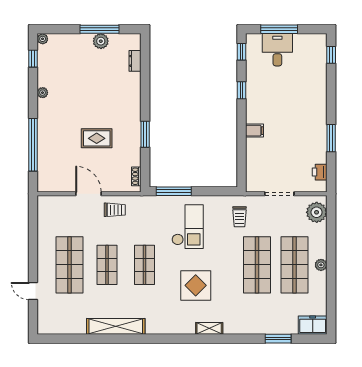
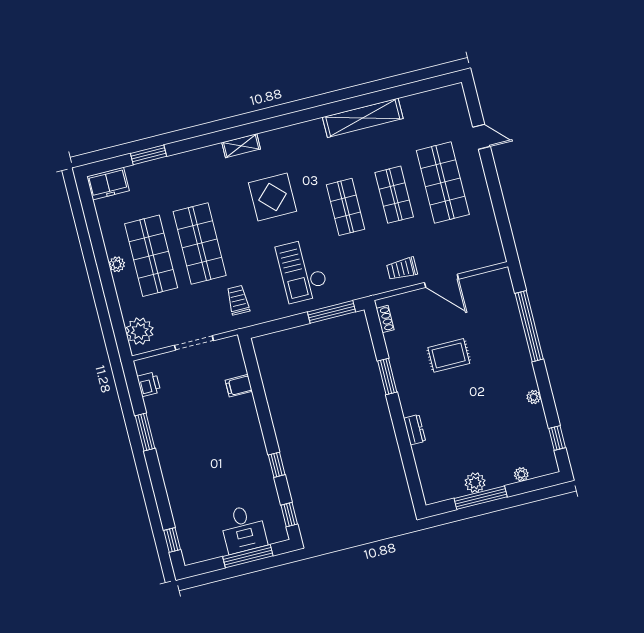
plant: (43, 39) -> (521, 474), moved
dresser: (135, 61) -> (415, 430), moved
filing cabinet: (255, 131) -> (239, 386), moved

